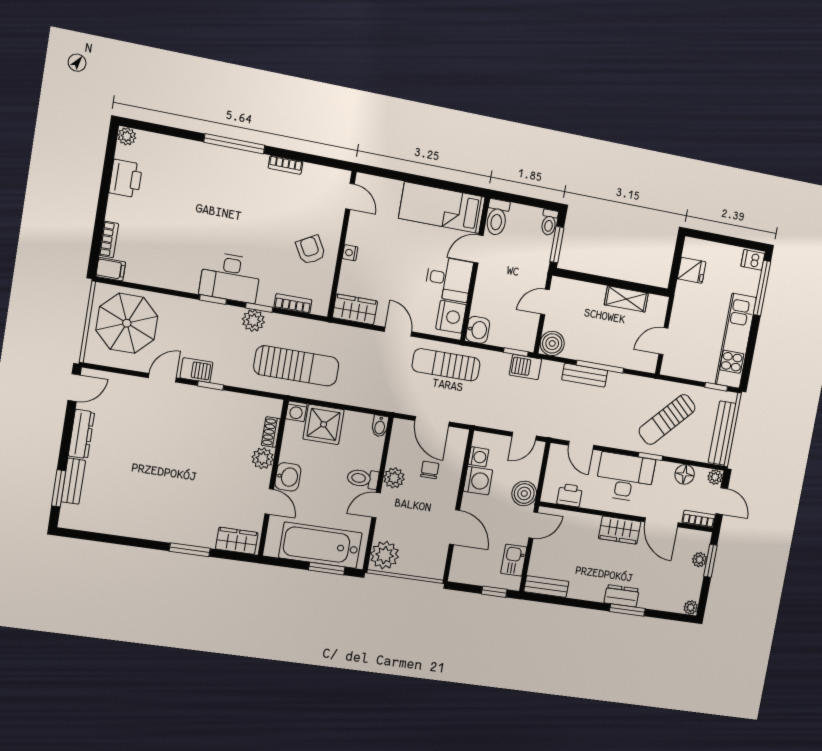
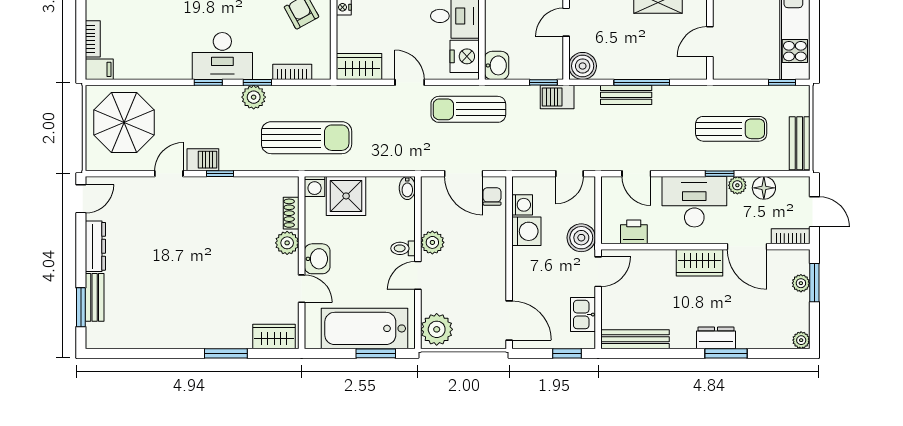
sun lounger: (667, 419) -> (731, 129), turned -133
bench: (722, 433) -> (800, 143), width x0.73
chair: (430, 470) -> (492, 196), moved
plant: (715, 477) -> (737, 185), moved
toilet: (363, 479) -> (403, 248), width x0.73, depth x0.72
door: (455, 527) -> (509, 320), moved
bench: (546, 586) -> (635, 339), width x1.36

